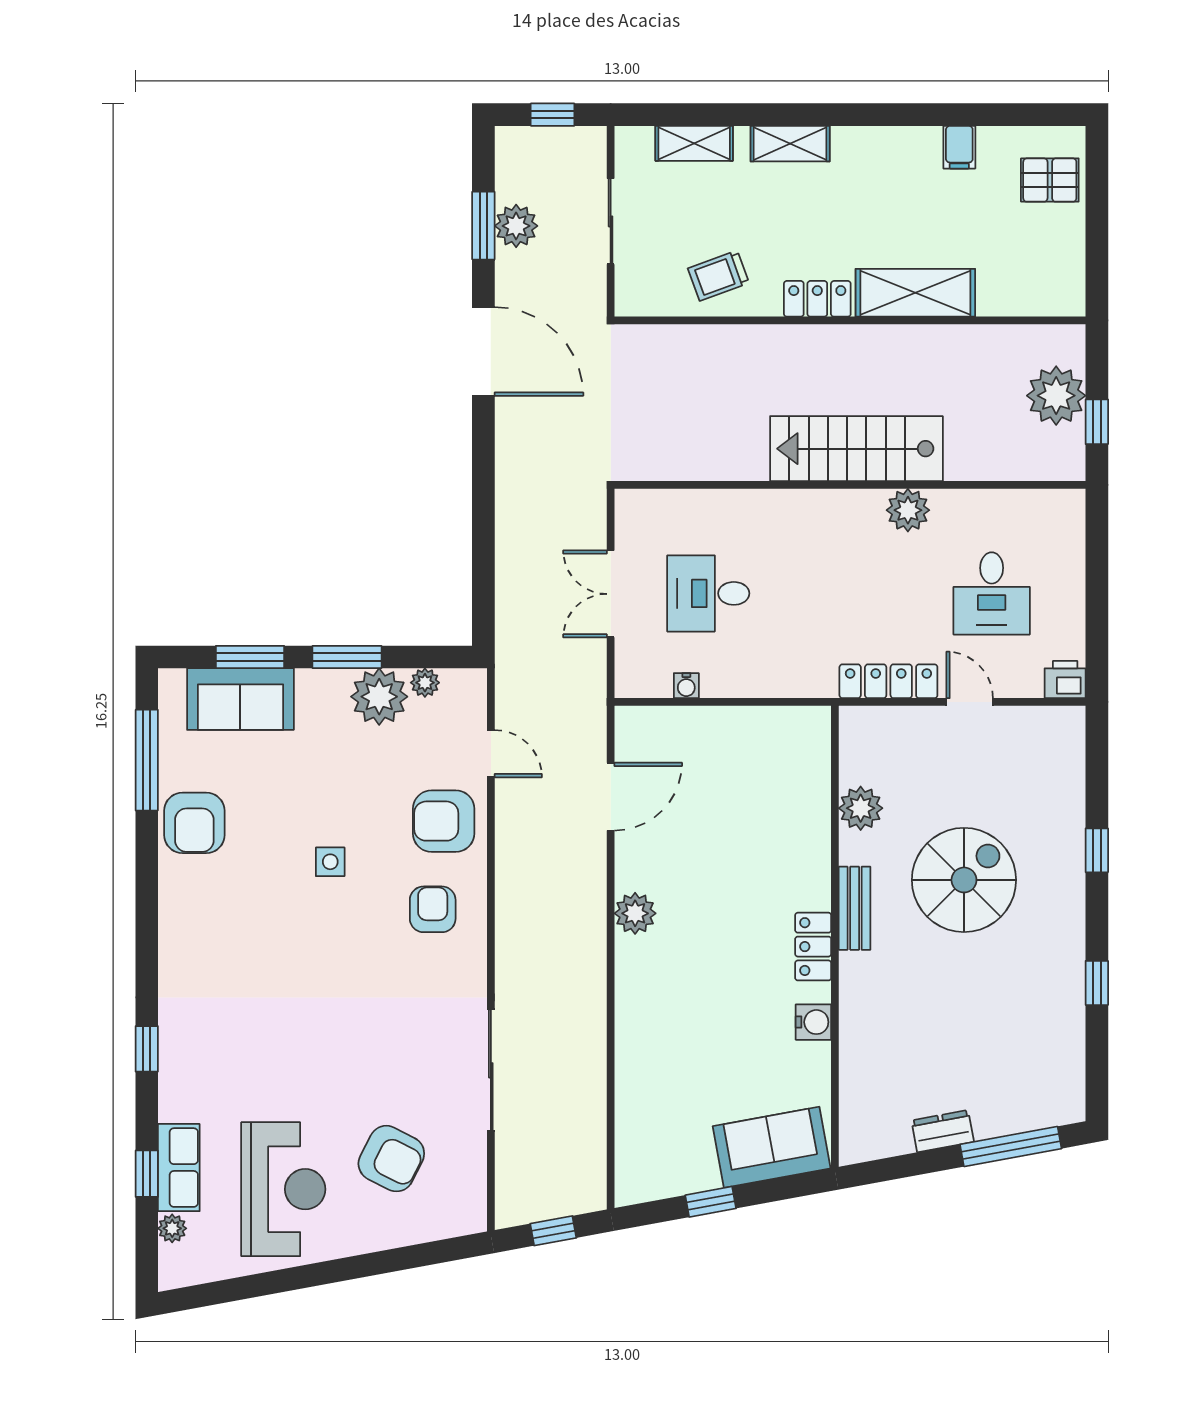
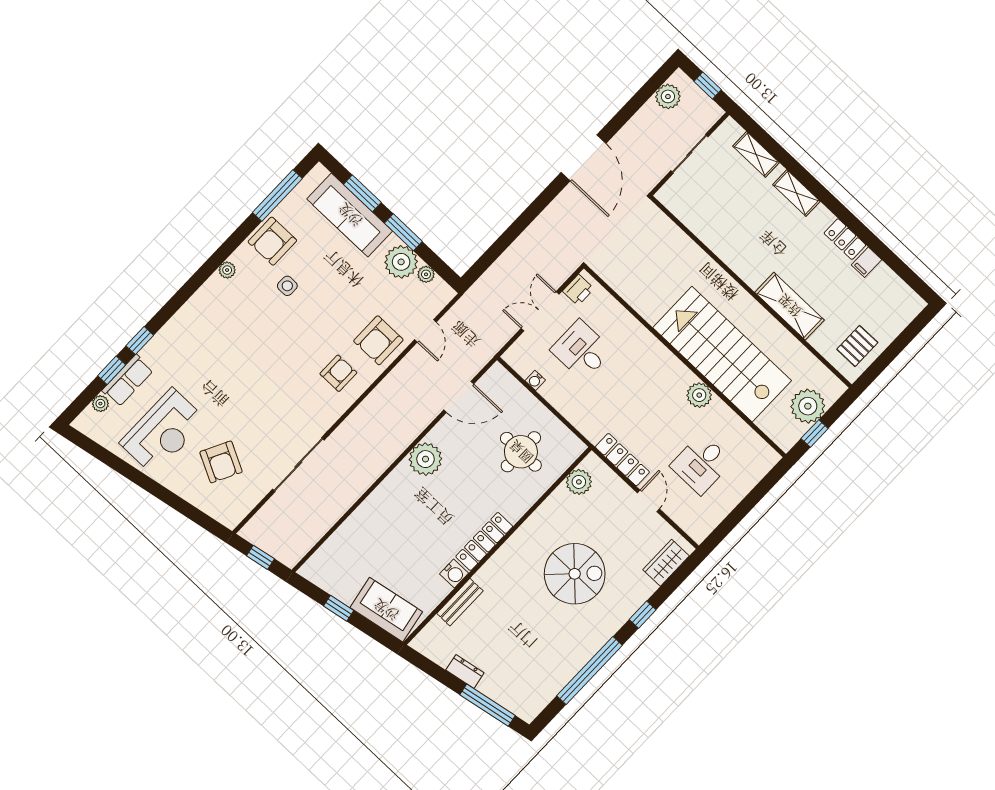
pallet: (1050, 180) -> (857, 346), moved, turned 90
window: (483, 226) -> (634, 105), removed
plant: (516, 226) -> (668, 96), moved
trolley: (718, 276) -> (713, 220), removed
locker: (817, 299) -> (845, 239), moved, turned 180
stairs: (856, 449) -> (722, 354), width x1.36, depth x1.51
printer: (1065, 680) -> (578, 290), moved, turned 90
sofa: (240, 699) -> (350, 215), width x1.36
wardrobe: (1065, 758) -> (666, 563), added
round table: (753, 791) -> (521, 452), added
plant: (861, 808) -> (579, 482), moved
armchair: (444, 821) -> (378, 340), turned -90
side table: (330, 862) -> (287, 286), moved
bench: (855, 908) -> (460, 602), moved
plant: (172, 912) -> (227, 270), added
plant: (635, 913) -> (425, 459), width x1.36, depth x1.36
locker: (813, 947) -> (484, 541), width x1.53
window: (1097, 983) -> (589, 671), width x3.17
window: (147, 1049) -> (140, 341), moved

